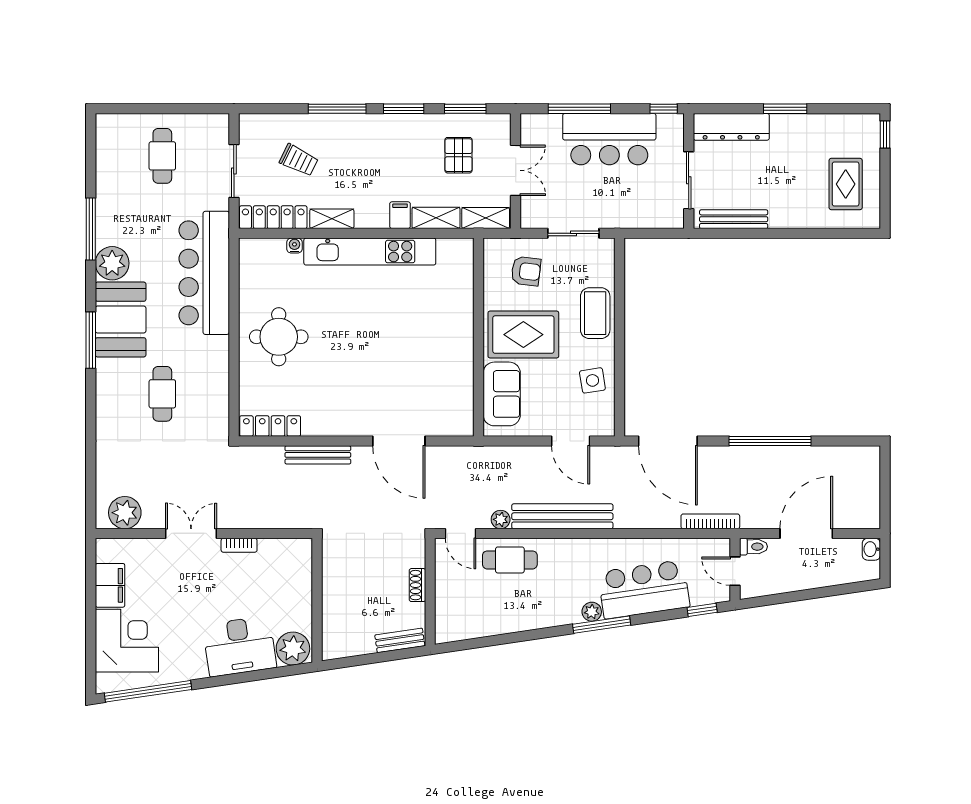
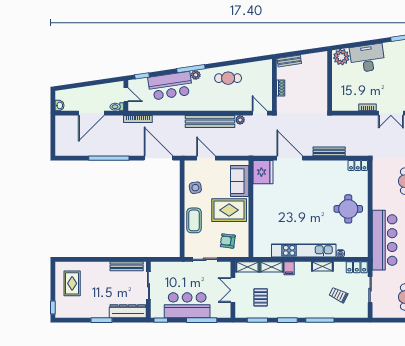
locker: (273, 217) -> (357, 267), width x0.66
fridge: (454, 412) -> (263, 172), added
locker: (270, 426) -> (358, 165), width x0.66
cafe table: (510, 560) -> (228, 78), moved

